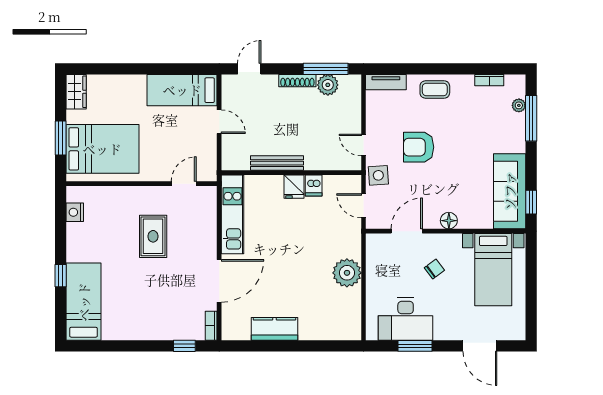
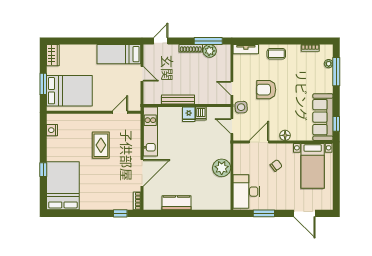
bed: (84, 302) -> (63, 186), width x1.50
desk: (406, 319) -> (247, 192), moved, turned 90

